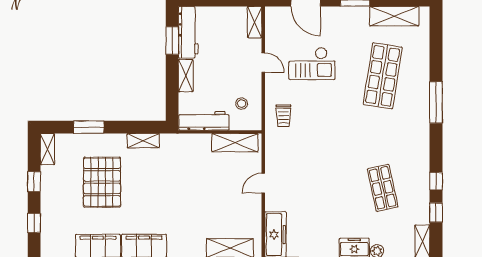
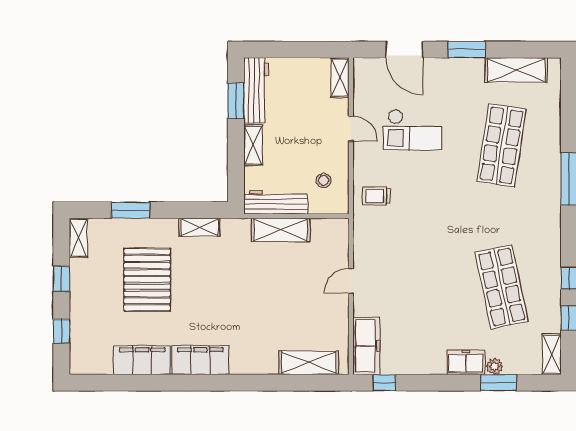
trolley: (283, 116) -> (376, 196), turned 90
shelving: (235, 143) -> (281, 230), moved
shop shelf: (383, 188) -> (502, 287), width x1.43, depth x1.36

